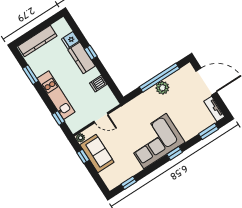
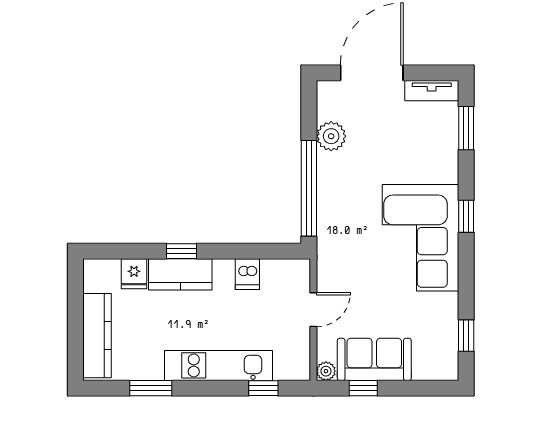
window: (159, 78) -> (309, 188), moved
plant: (162, 88) -> (331, 136), moved

